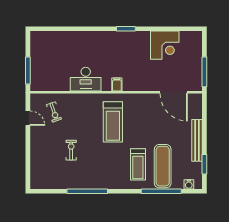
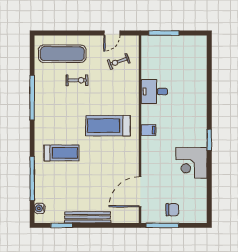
corner desk: (165, 45) -> (191, 163), moved
chair: (190, 63) -> (172, 210), added
desk: (86, 79) -> (154, 91), width x0.73
treadmill: (138, 164) -> (62, 153), turned 180
exercise mat: (163, 166) -> (62, 54), moved

